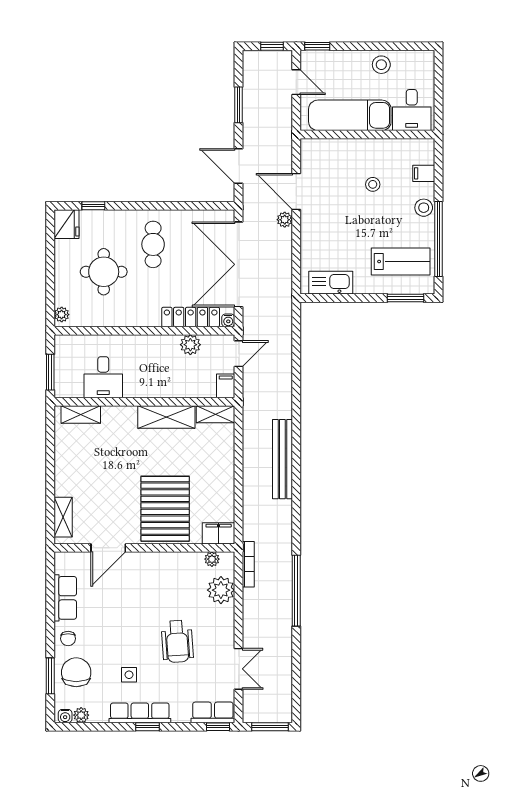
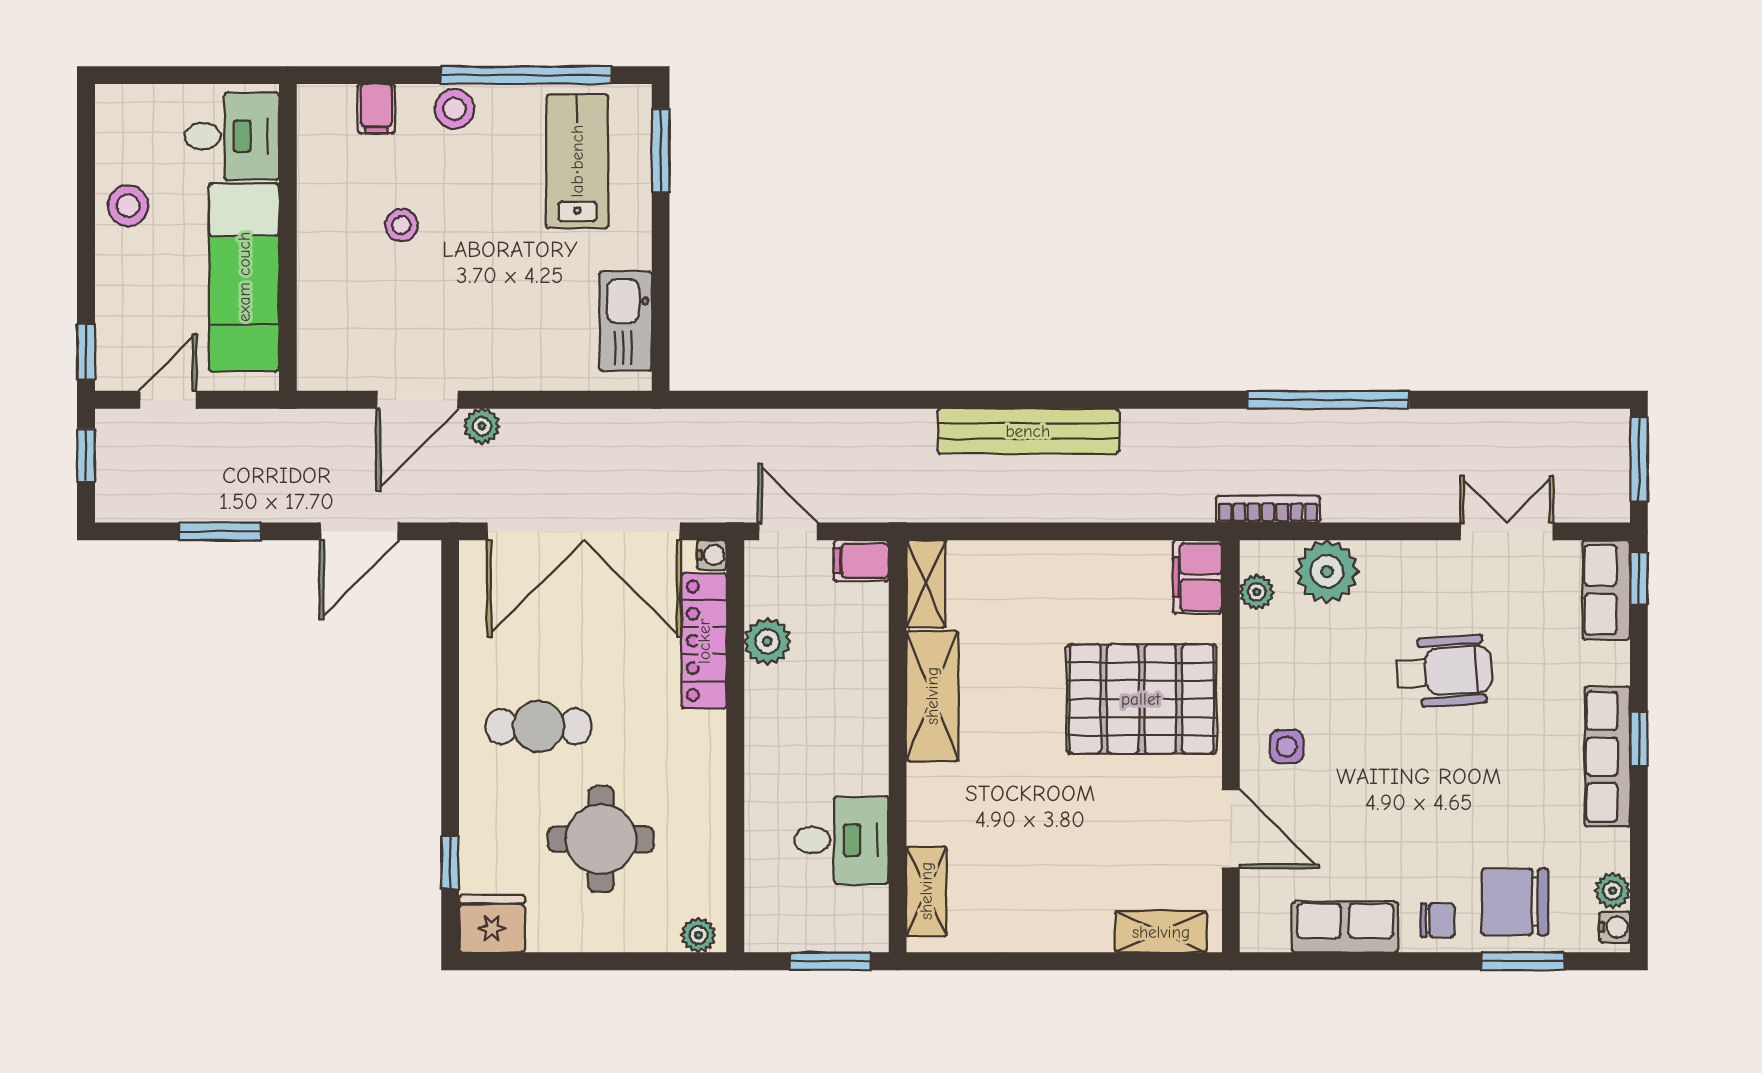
side table: (129, 675) -> (1287, 747), moved

